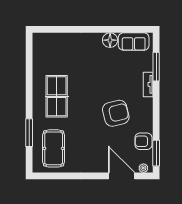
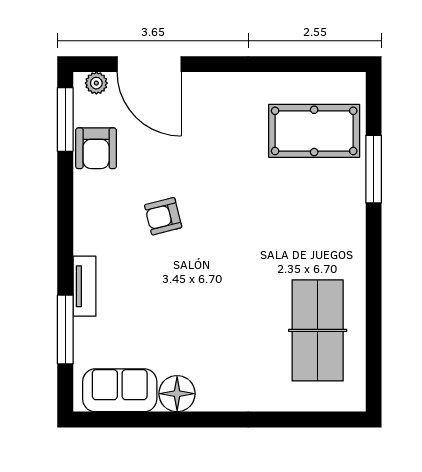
table tennis table: (57, 96) -> (318, 330), moved
armchair: (116, 113) -> (163, 216), width x0.53, depth x0.53
armchair: (143, 141) -> (96, 148), turned 90
pool table: (54, 148) -> (314, 131), turned 90

